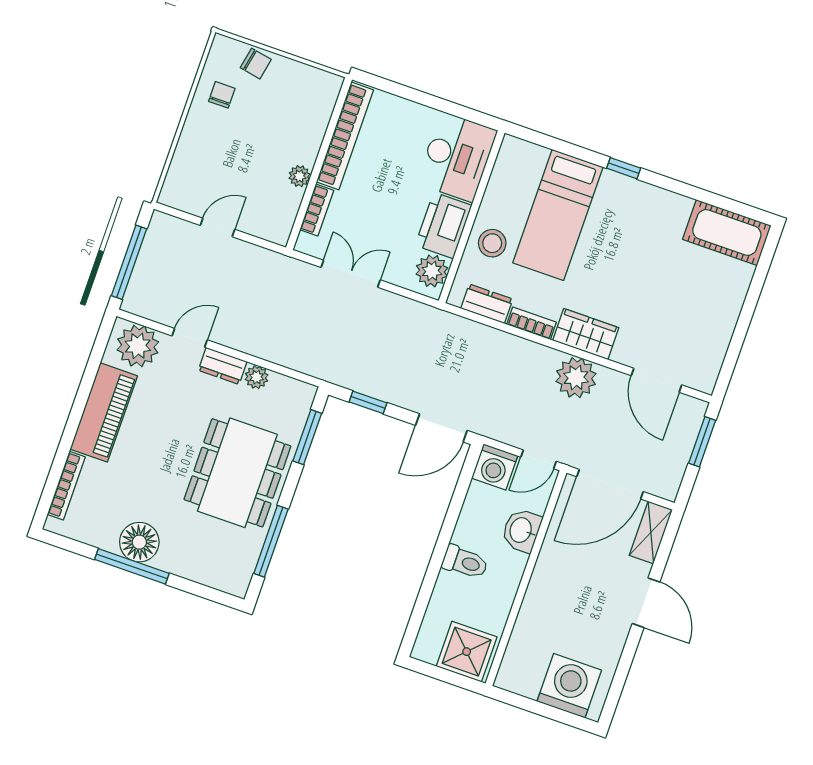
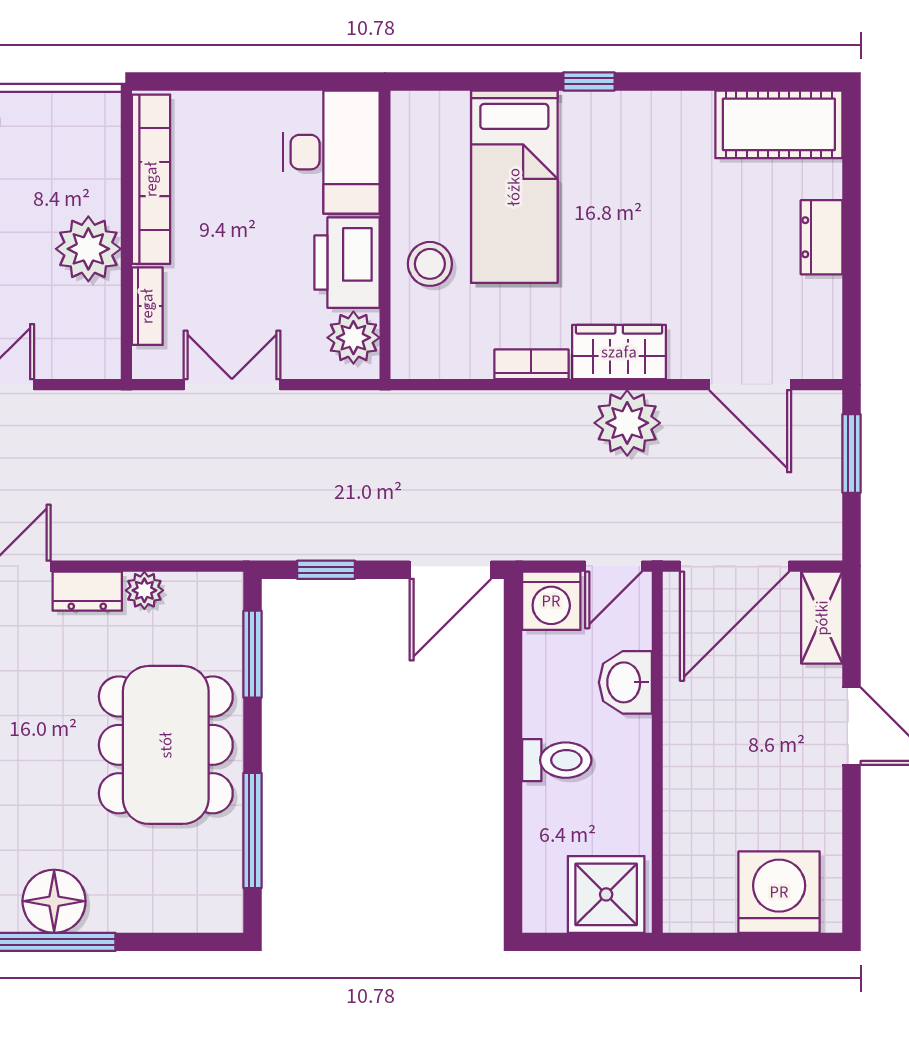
plant: (299, 176) -> (88, 249), width x1.87, depth x1.87
dresser: (487, 304) -> (822, 237), moved, turned -90

